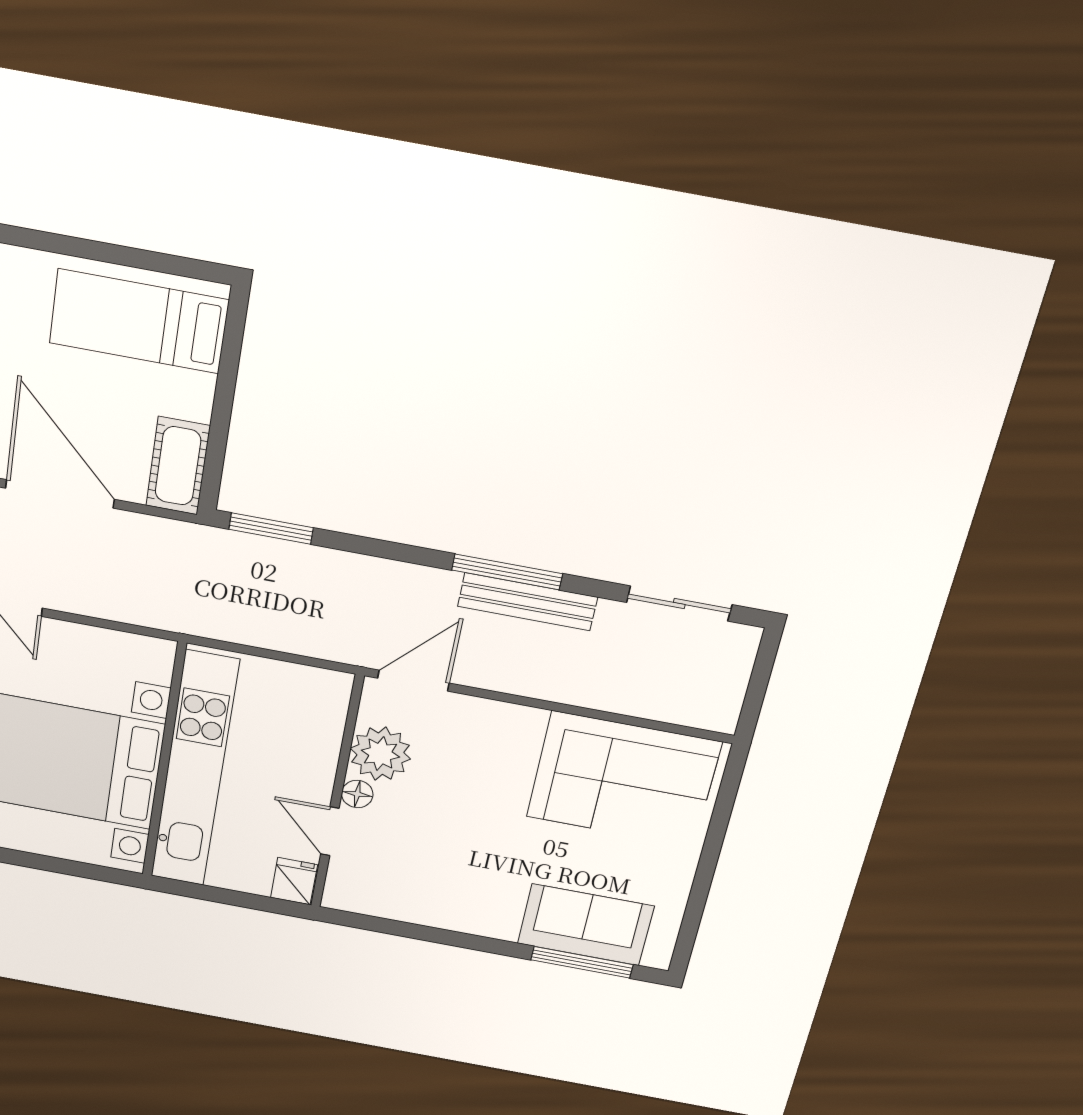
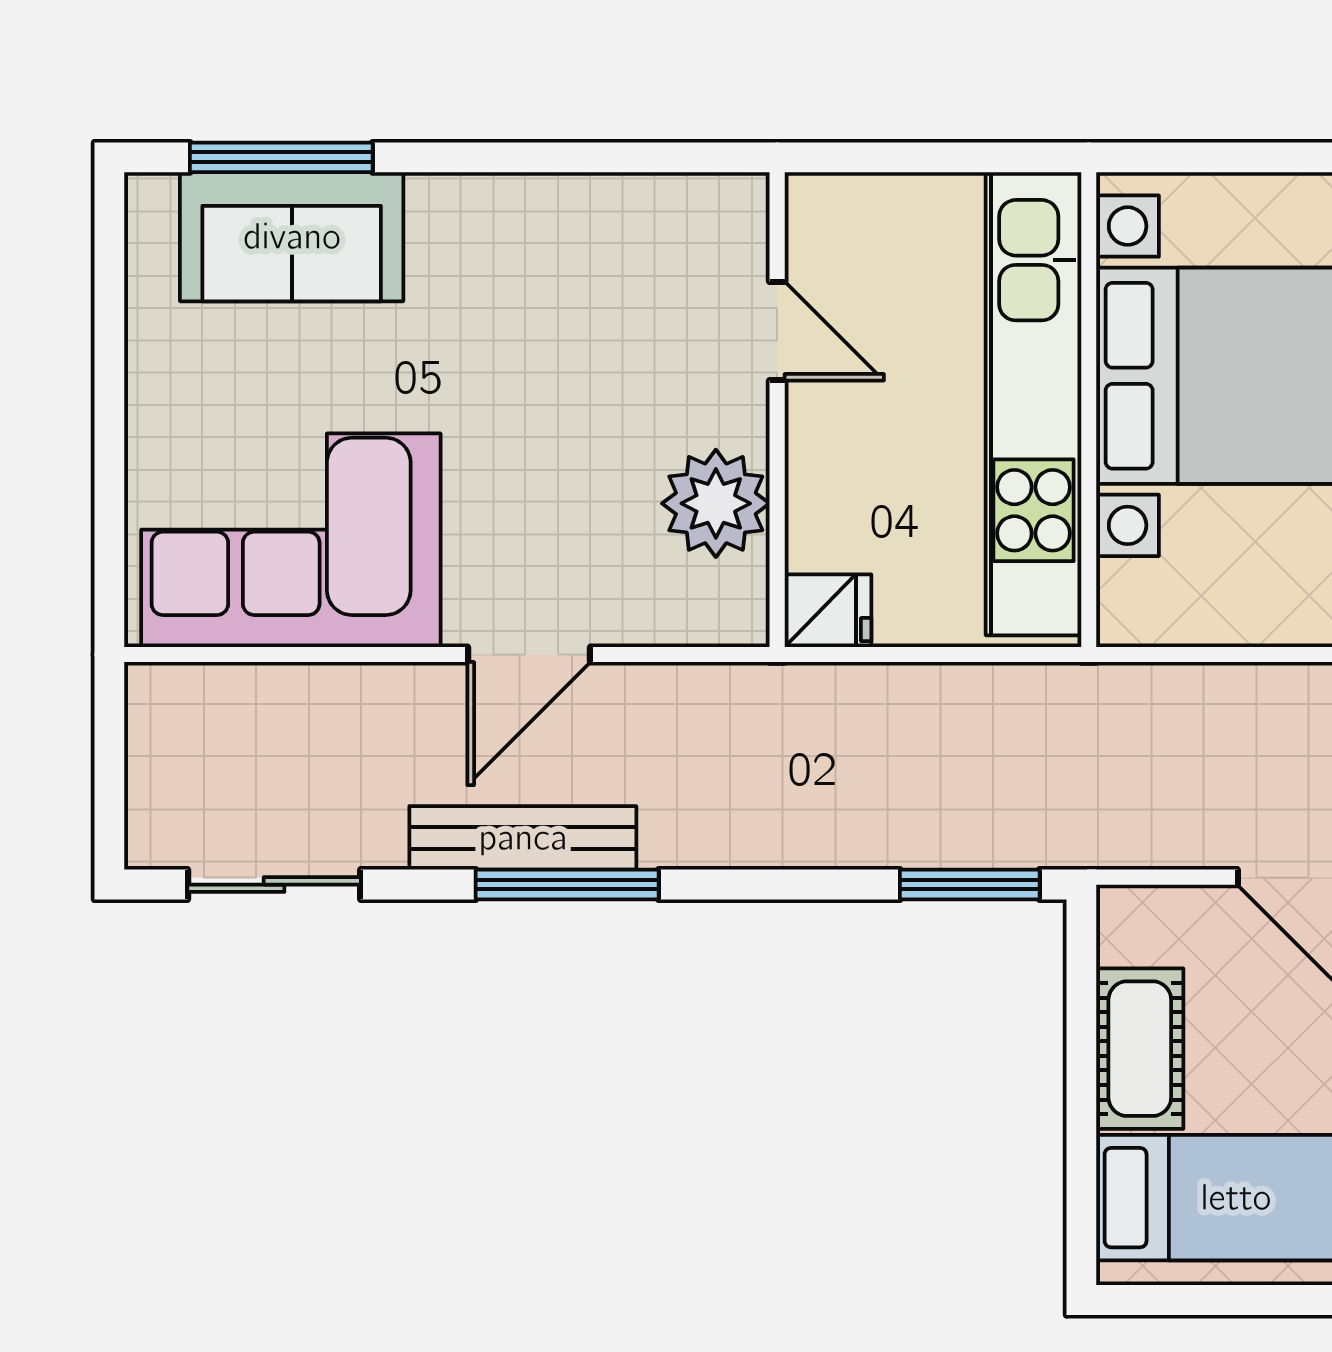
cot: (178, 466) -> (1140, 1049), moved
door: (413, 681) -> (529, 654), moved
floor lamp: (357, 794) -> (742, 416), removed
fridge: (294, 881) -> (828, 611), moved, turned -90

